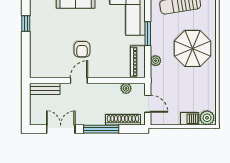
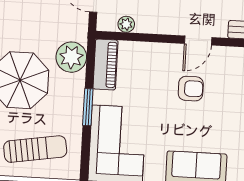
armchair: (82, 49) -> (191, 89), turned 90
plant: (156, 61) -> (71, 57), width x1.88, depth x1.88

